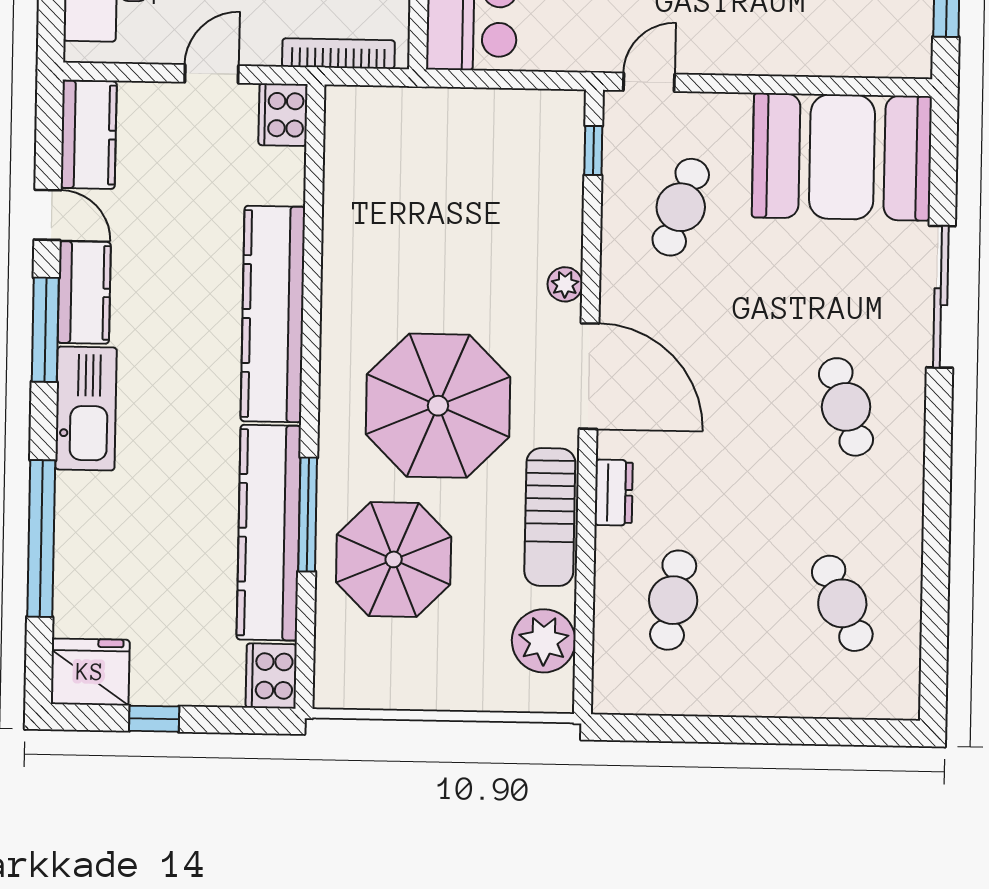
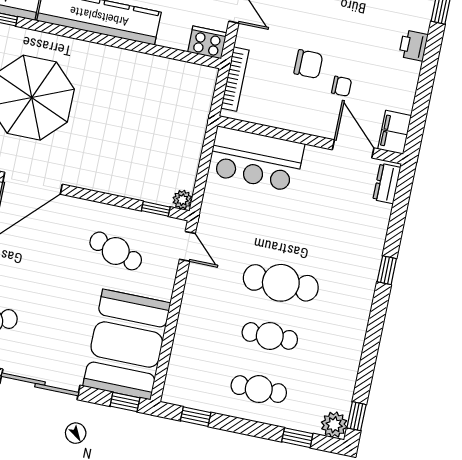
window: (944, 141) -> (125, 402), added
plant: (565, 284) -> (182, 200), moved

